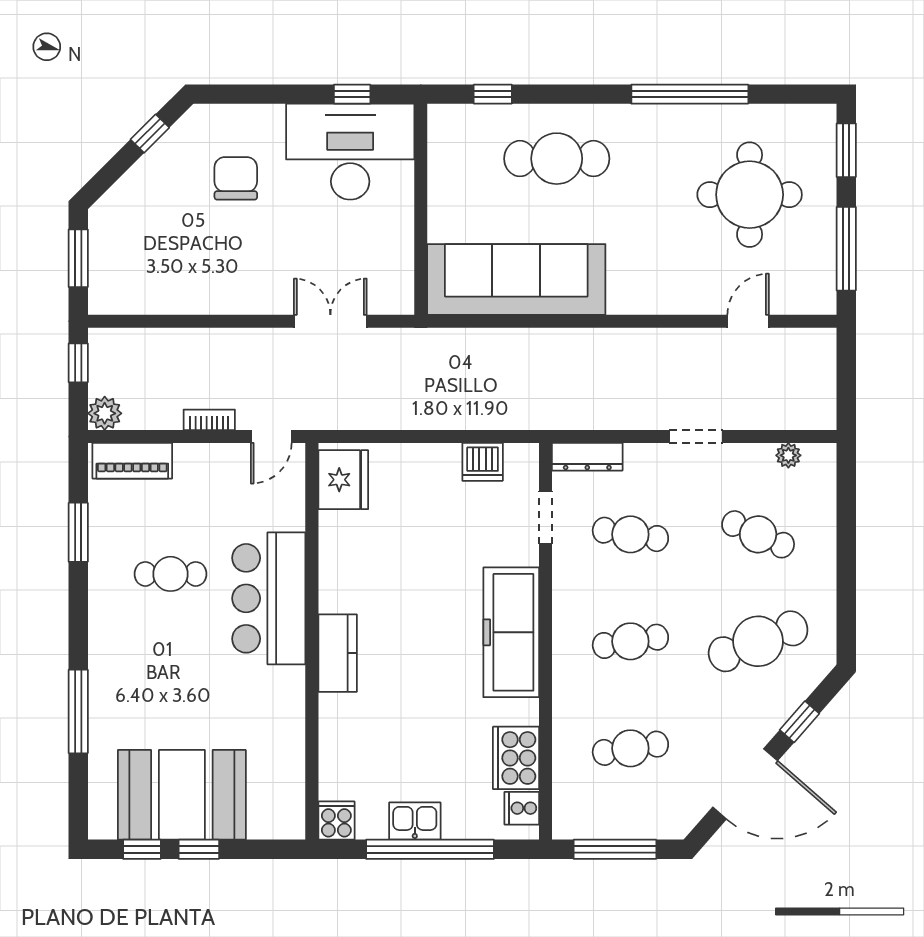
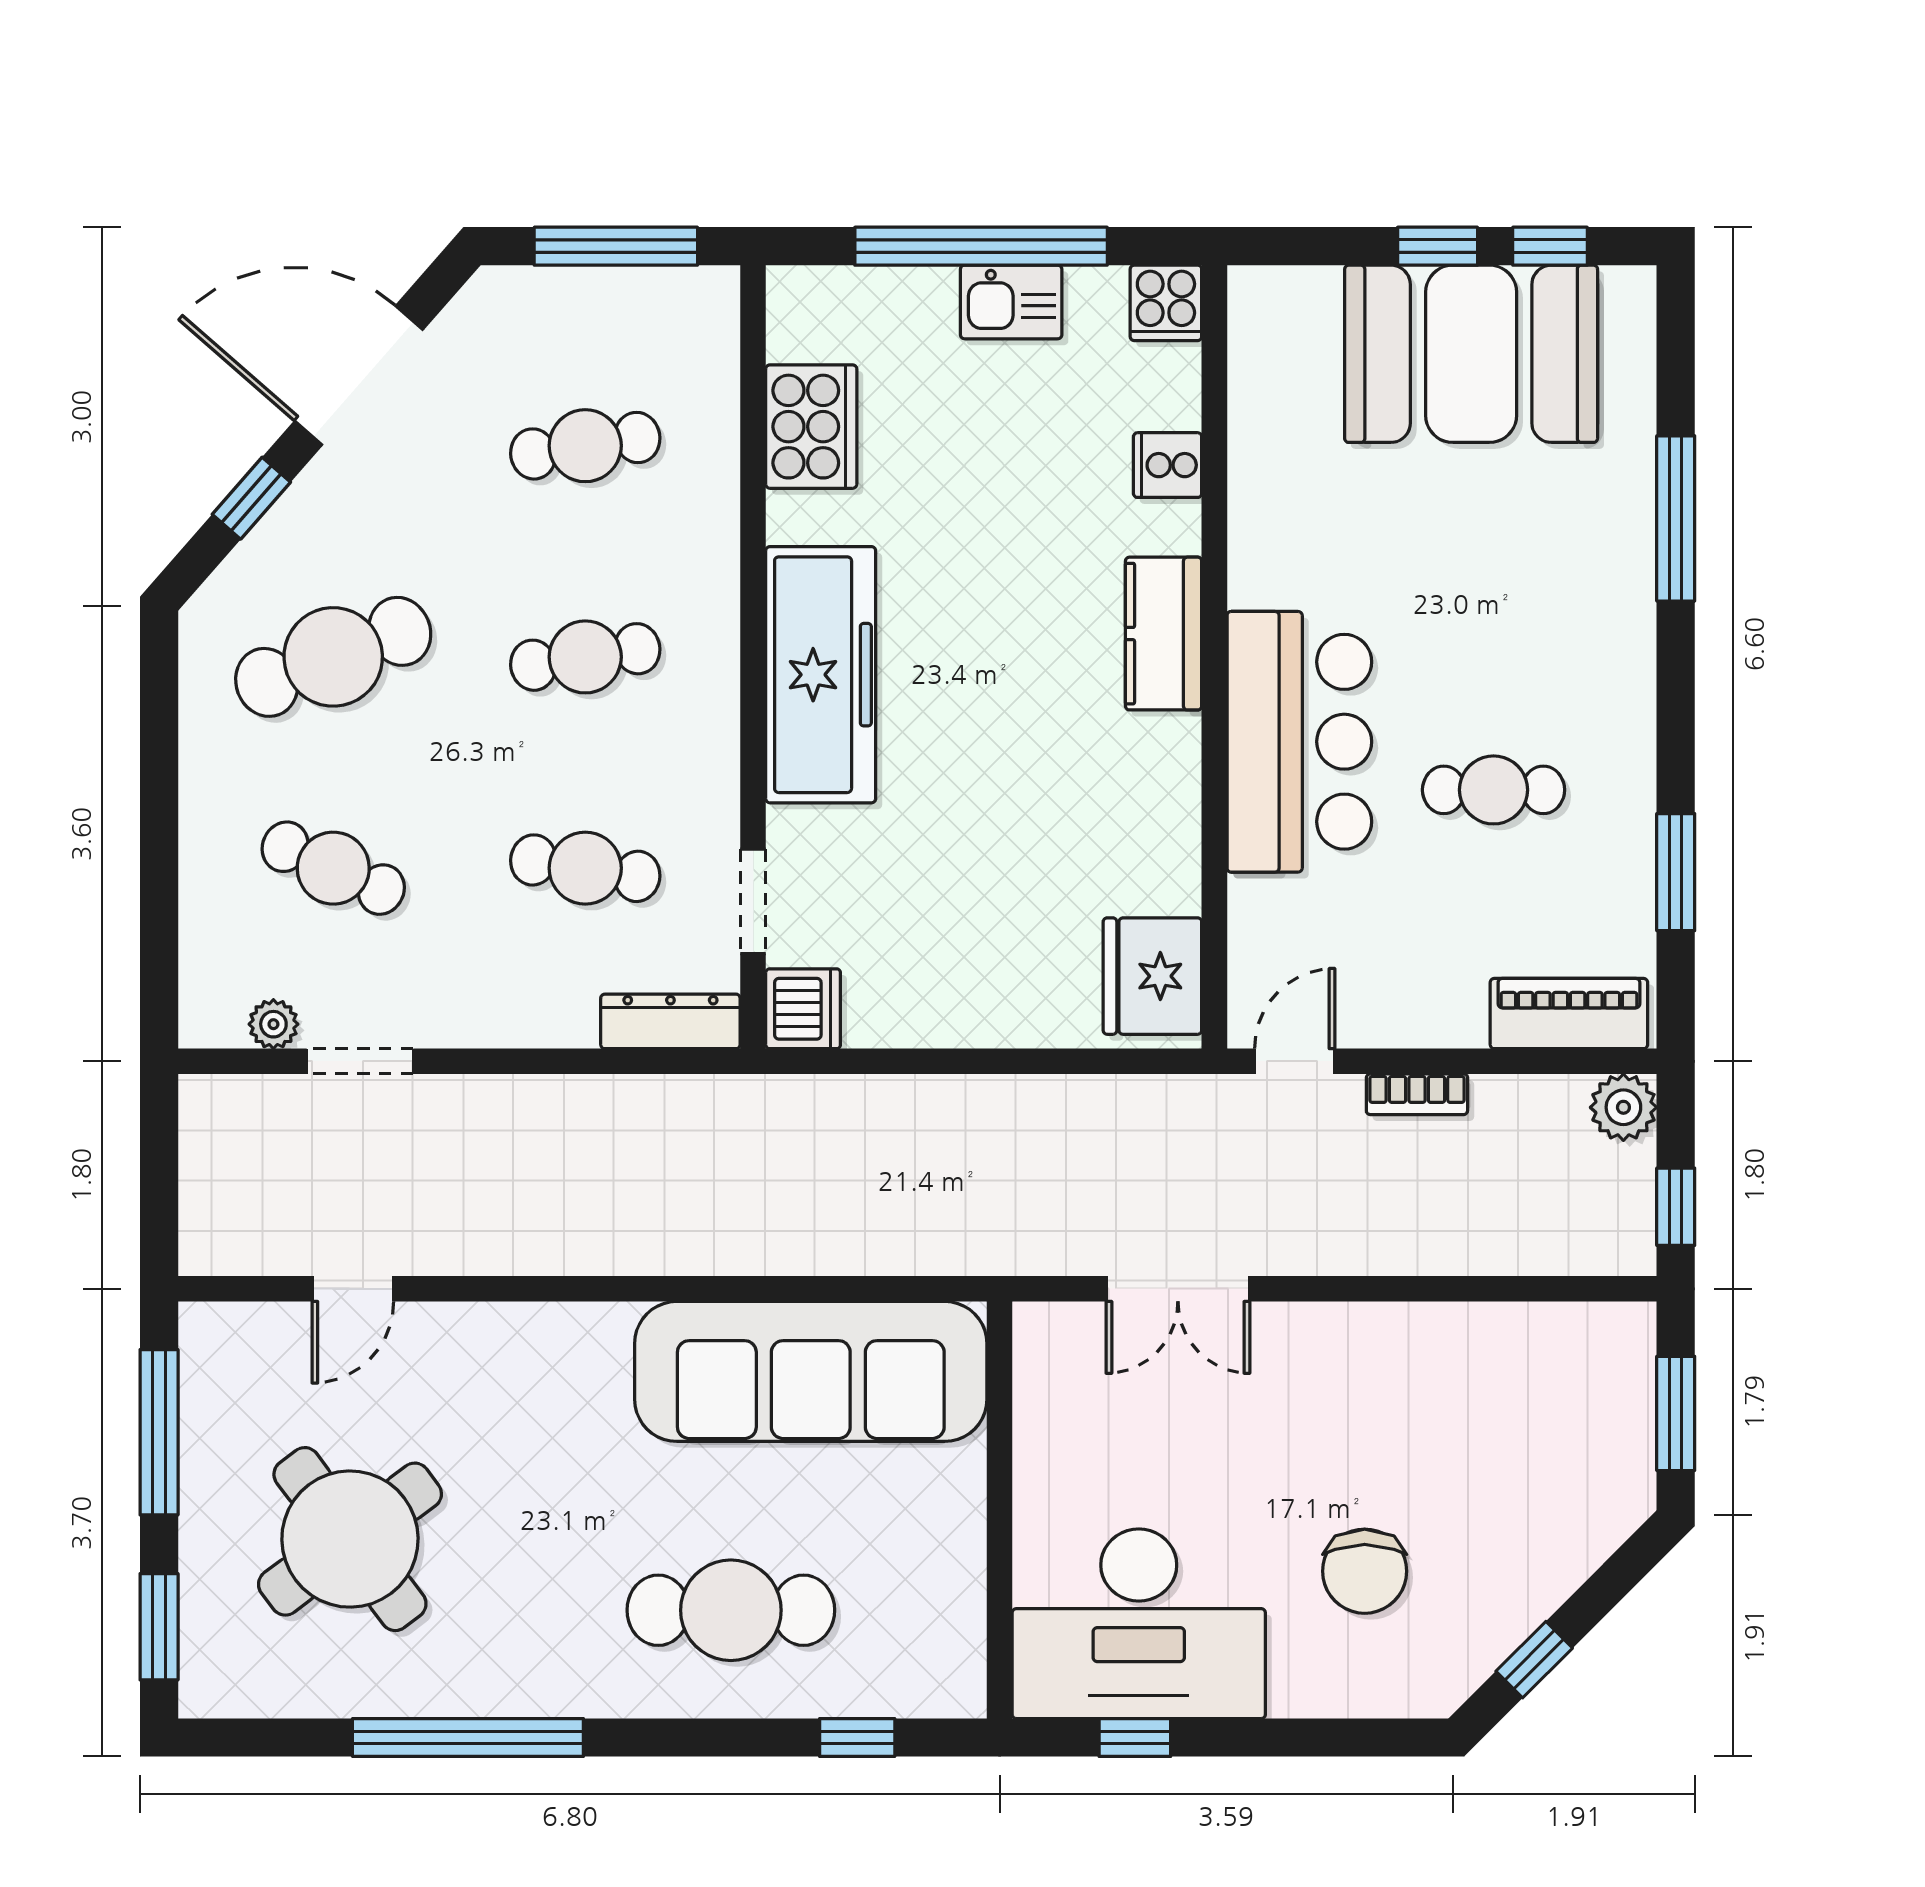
round table: (750, 195) -> (350, 1539), turned -37
doorway: (696, 437) -> (360, 1061), moved
dishwasher: (483, 462) -> (803, 1009), moved, turned 90
cooker: (522, 808) -> (1168, 465), moved, turned 180

